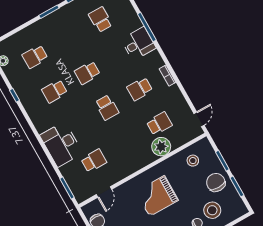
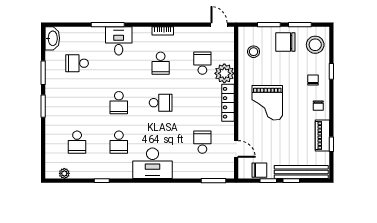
desk: (61, 144) -> (153, 163), moved
locker: (139, 163) -> (228, 103), added
stool: (212, 210) -> (315, 45), moved

